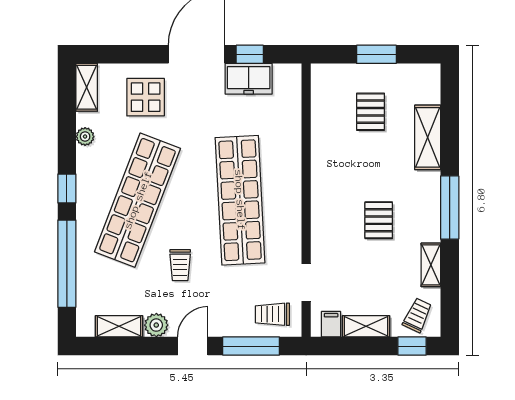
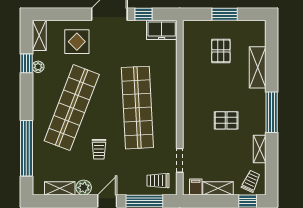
freezer: (249, 79) -> (162, 30), moved
window: (67, 188) -> (26, 63), moved
pallet: (379, 220) -> (226, 120), turned 90

